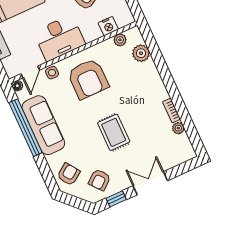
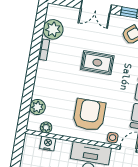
plant: (178, 128) -> (53, 29), width x1.87, depth x1.87
rug: (114, 132) -> (97, 63), turned 90

